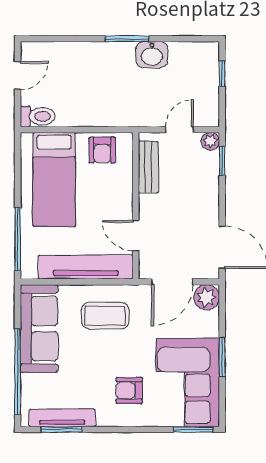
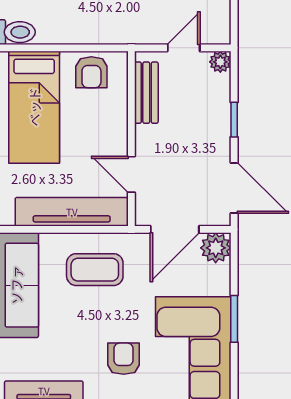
window: (222, 161) -> (234, 120), moved
armchair: (129, 390) -> (124, 359), turned 90

